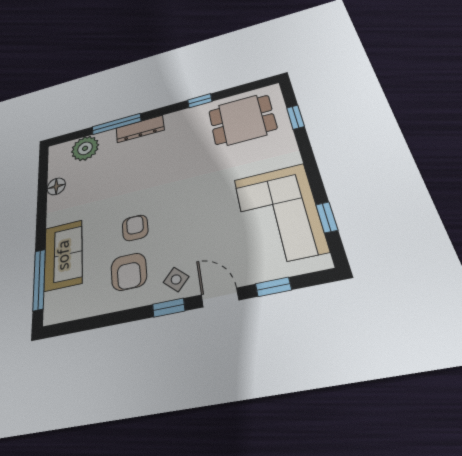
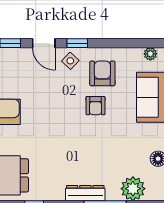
plant: (64, 313) -> (150, 54), added

